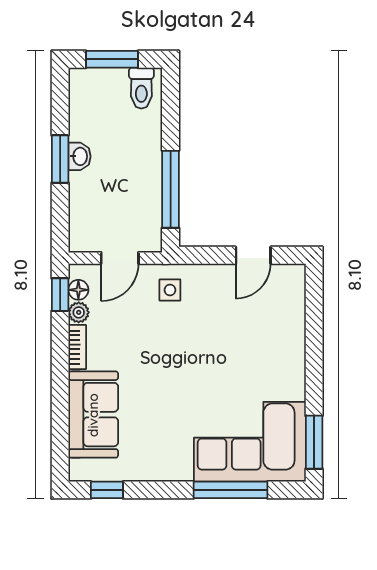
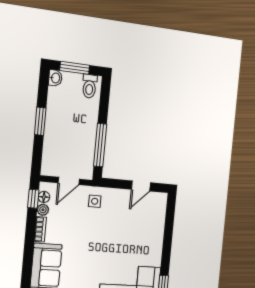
washbasin: (79, 156) -> (55, 78), moved

